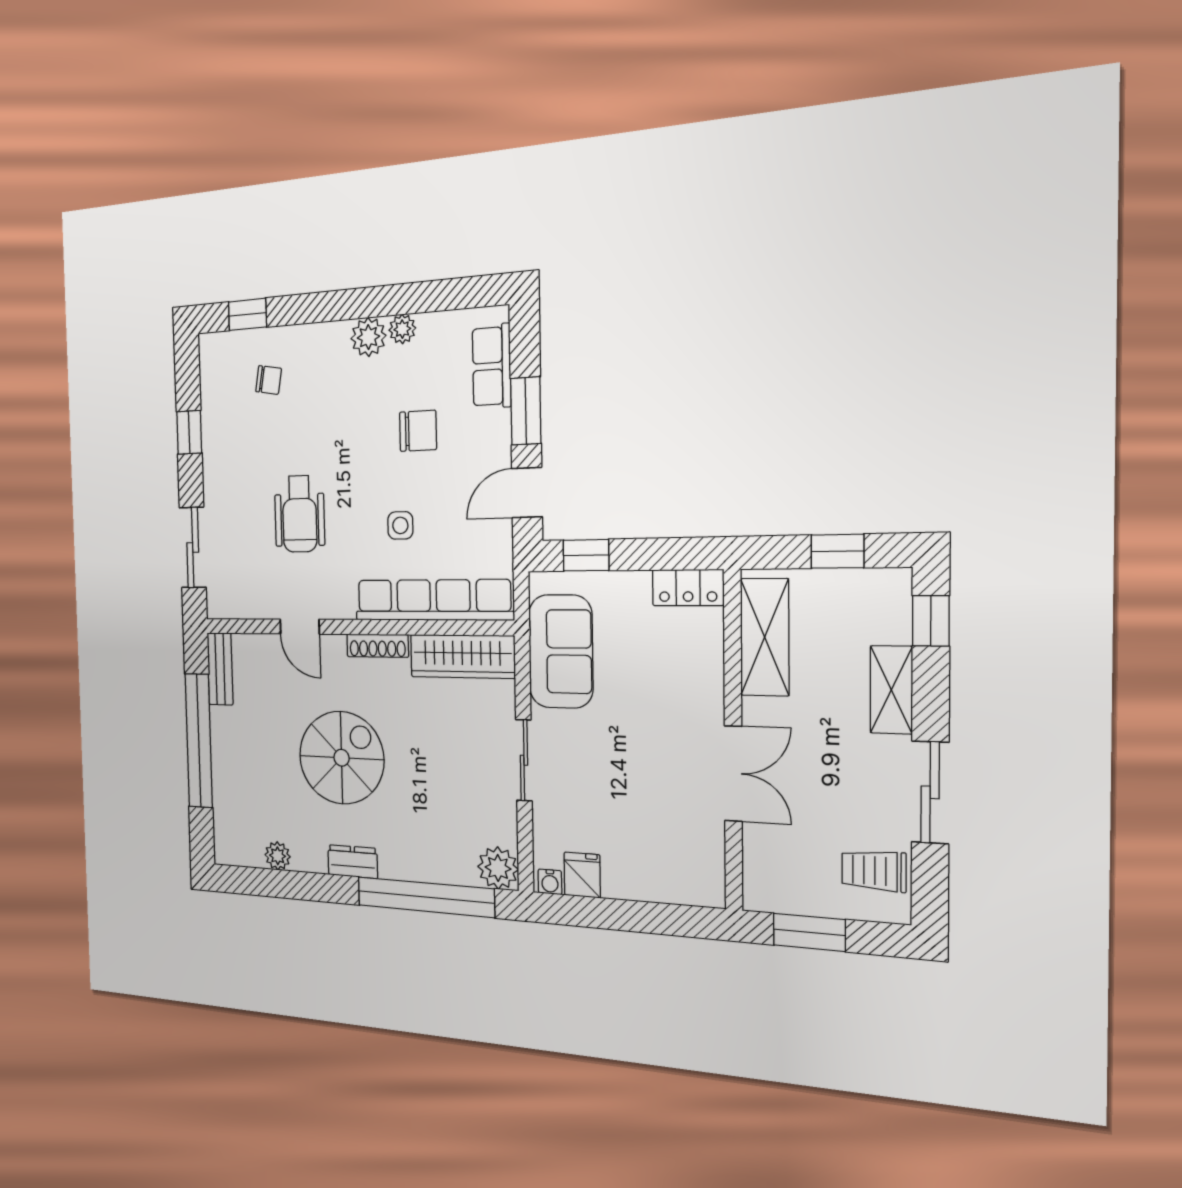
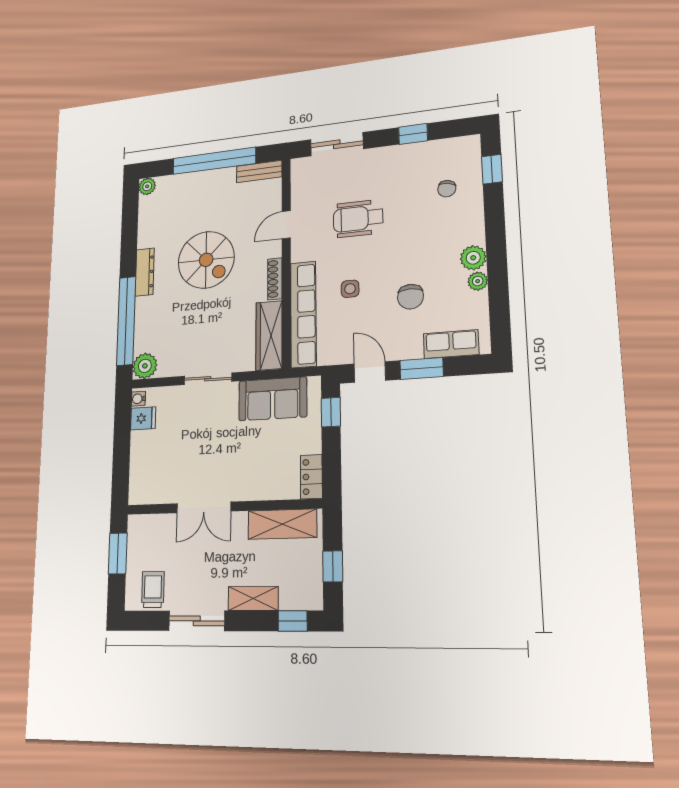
plant: (278, 856) -> (147, 186), moved
dresser: (353, 862) -> (145, 272), width x1.44

